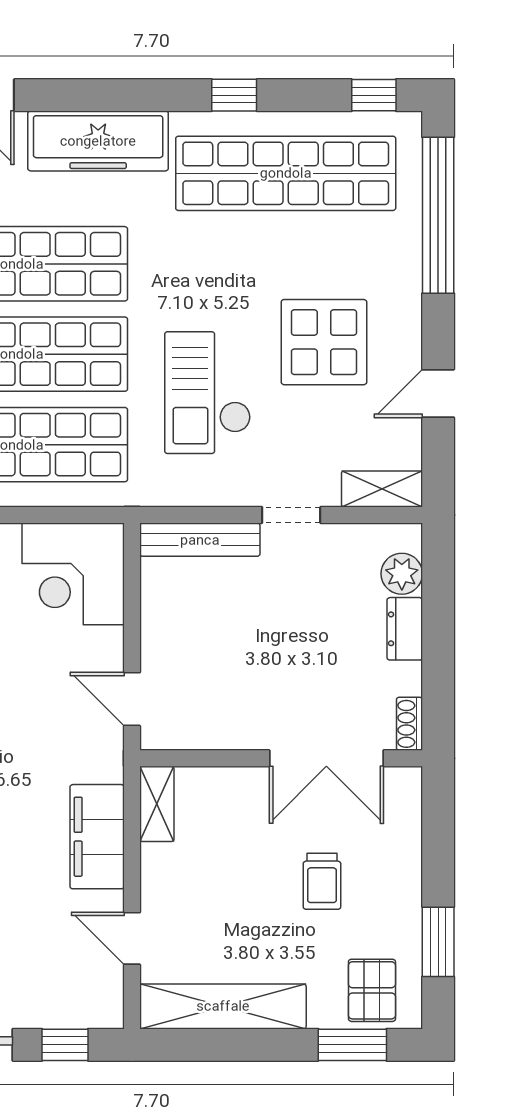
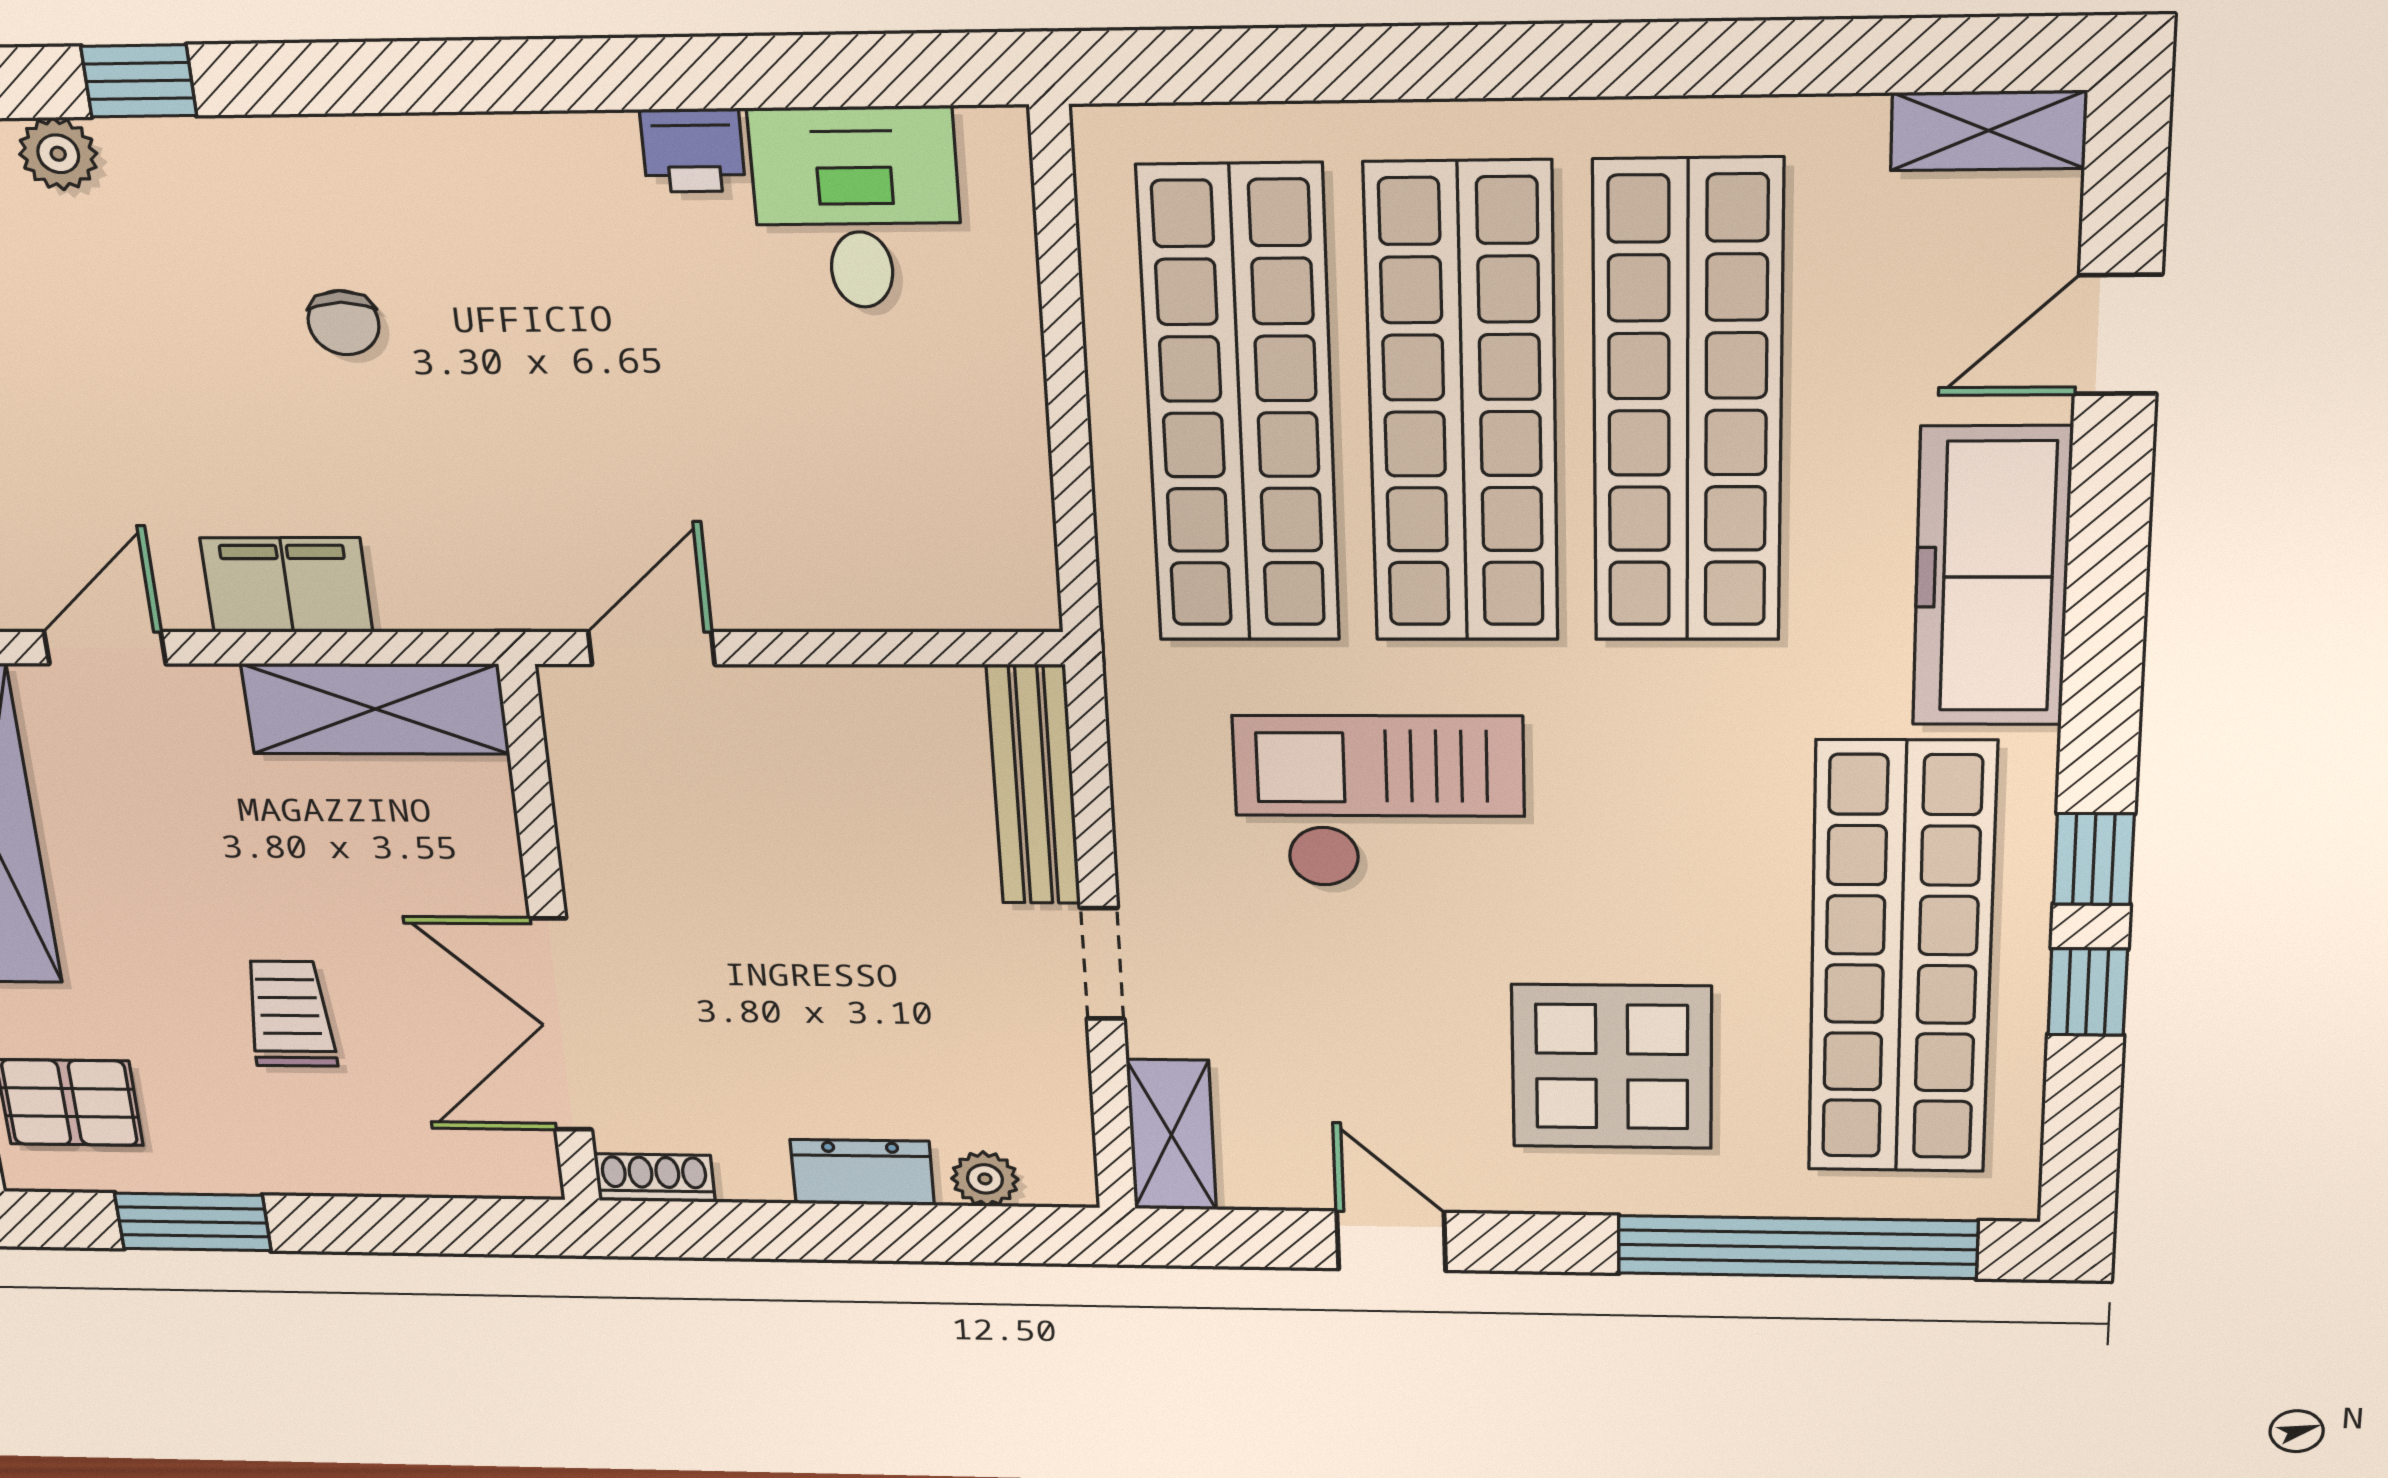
window: (374, 95) -> (2088, 992), moved
display table: (324, 342) -> (1612, 1067), moved
corner desk: (73, 574) -> (934, 527), removed
plant: (402, 574) -> (985, 1179), width x0.73, depth x0.73
shelving: (157, 804) -> (375, 709), width x1.50, depth x1.33
filing cabinet: (97, 837) -> (287, 585), width x0.67, depth x0.86
trolley: (322, 881) -> (290, 1014), turned 90

